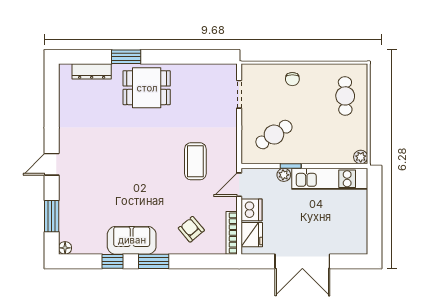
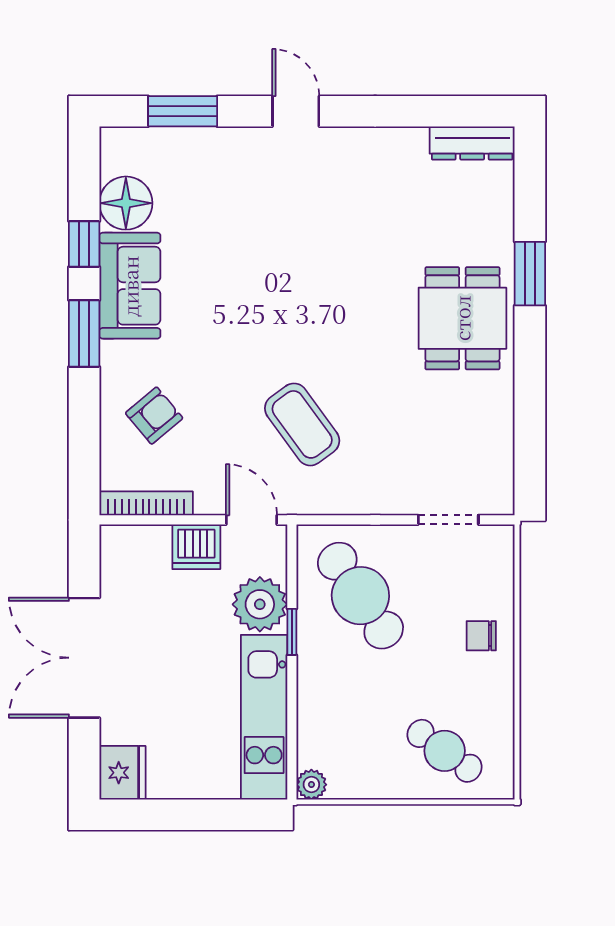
dresser: (92, 71) -> (472, 143), moved, turned -90
cafe table: (345, 96) -> (445, 751), turned 37
cafe table: (274, 135) -> (360, 596), width x1.37, depth x1.35
coffee table: (195, 161) -> (302, 424), turned 54
plant: (284, 175) -> (260, 604), width x1.88, depth x1.88
fridge: (252, 235) -> (122, 773), moved, turned -90
floor lamp: (65, 248) -> (126, 203), moved, width x1.89, depth x1.89

